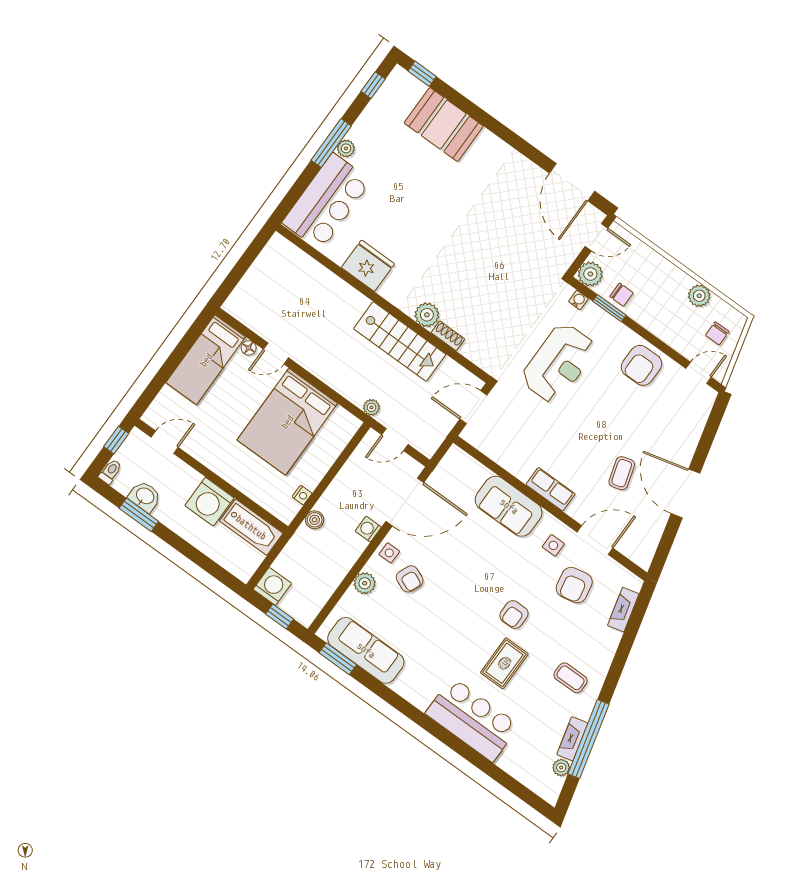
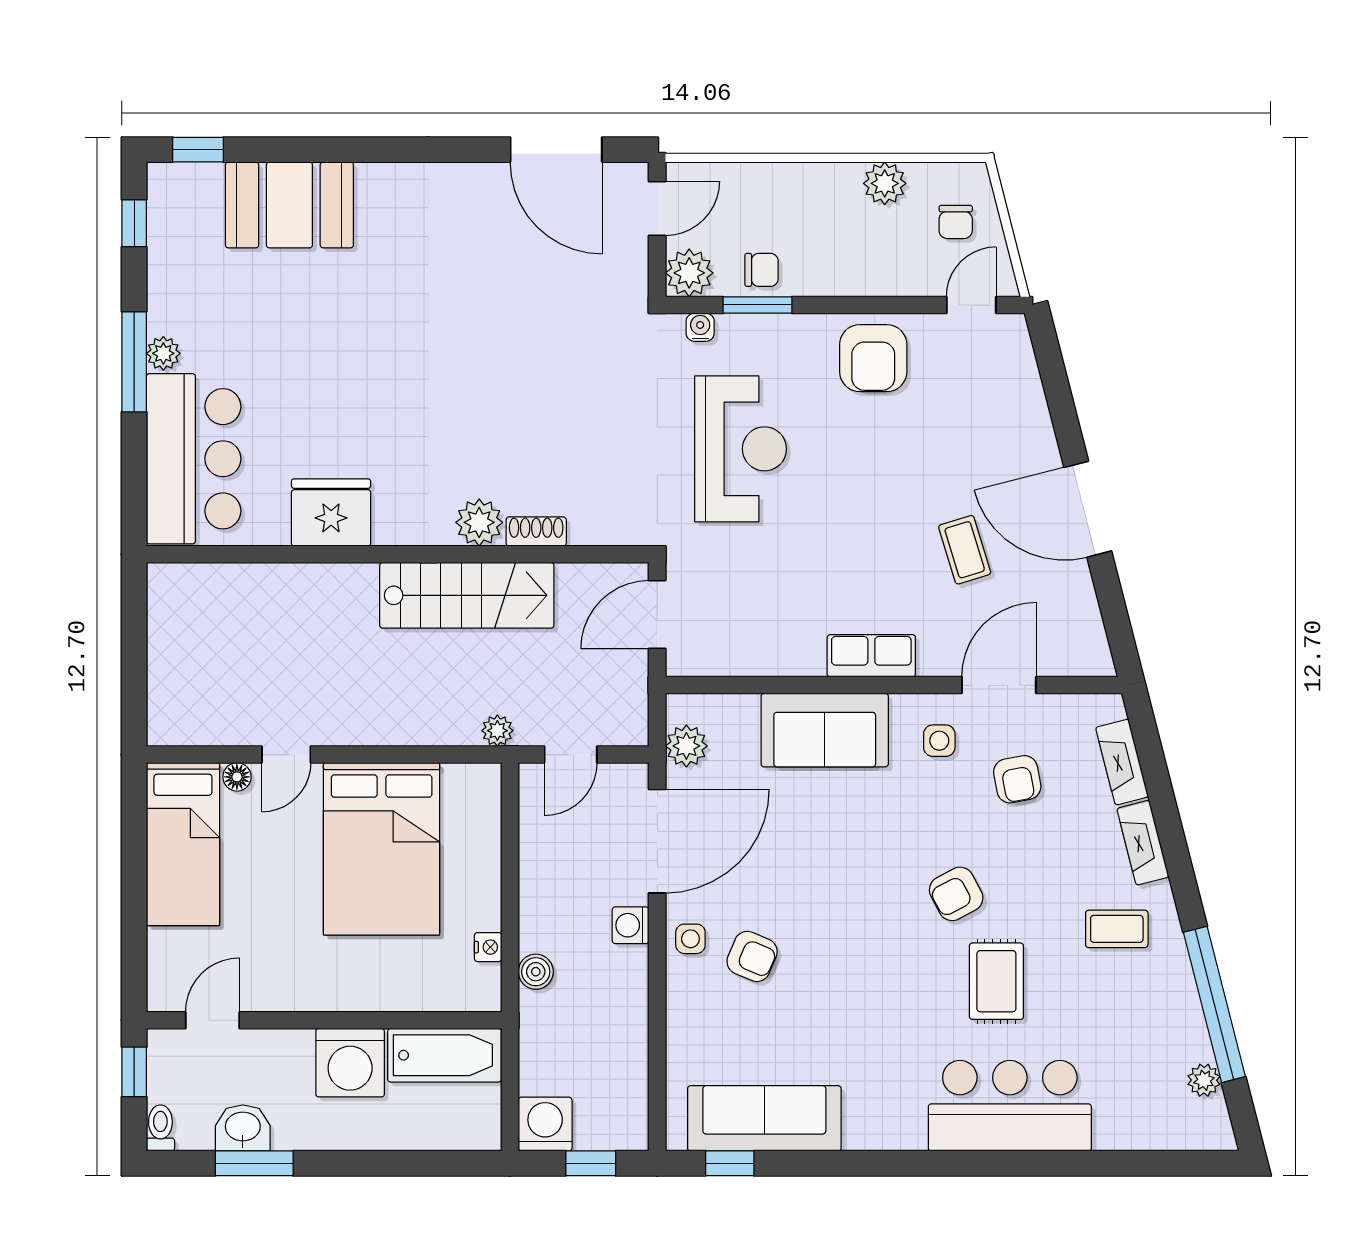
plant: (365, 583) -> (686, 746), moved
armchair: (574, 585) -> (1017, 779), width x0.72, depth x0.72
armchair: (514, 615) -> (956, 894), turned 62
window: (338, 659) -> (730, 1163), width x0.67
fireplace: (572, 739) -> (1143, 843), moved

